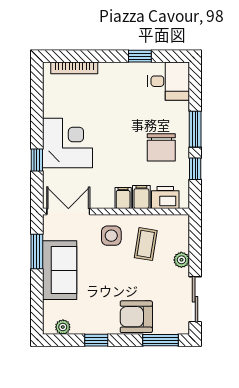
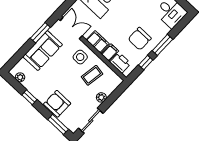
filing cabinet: (123, 198) -> (98, 42), width x2.00

